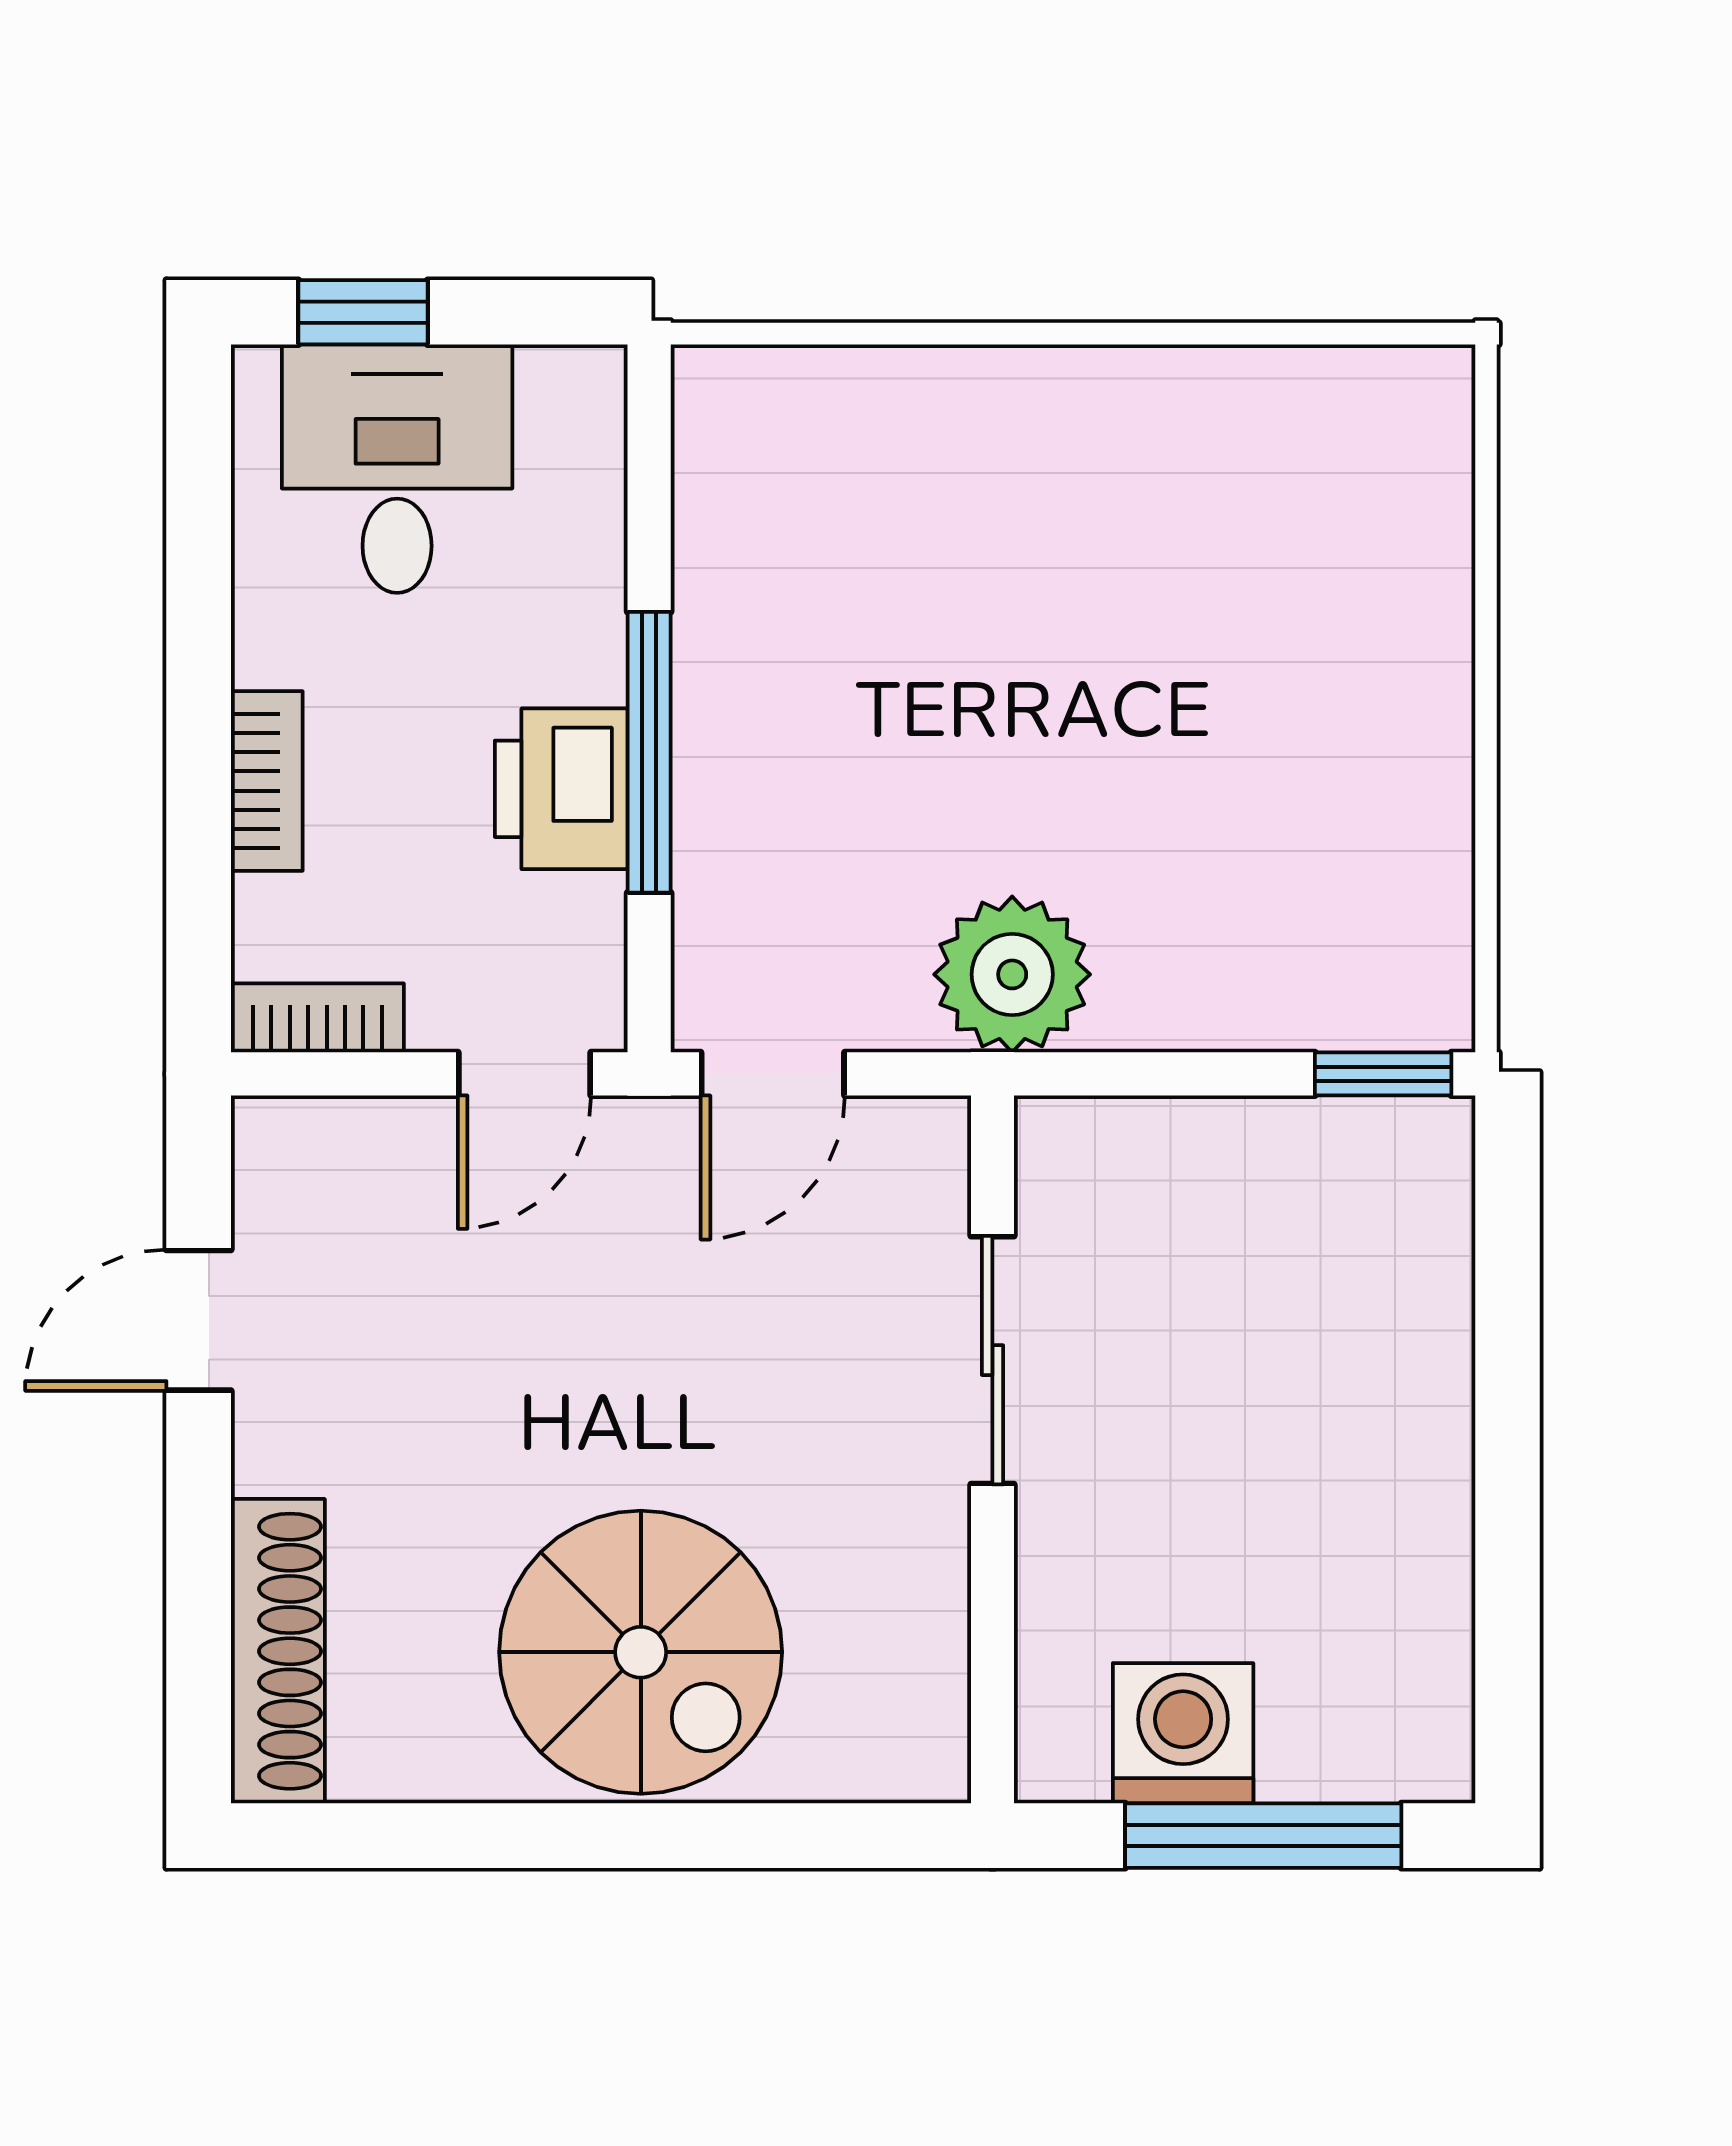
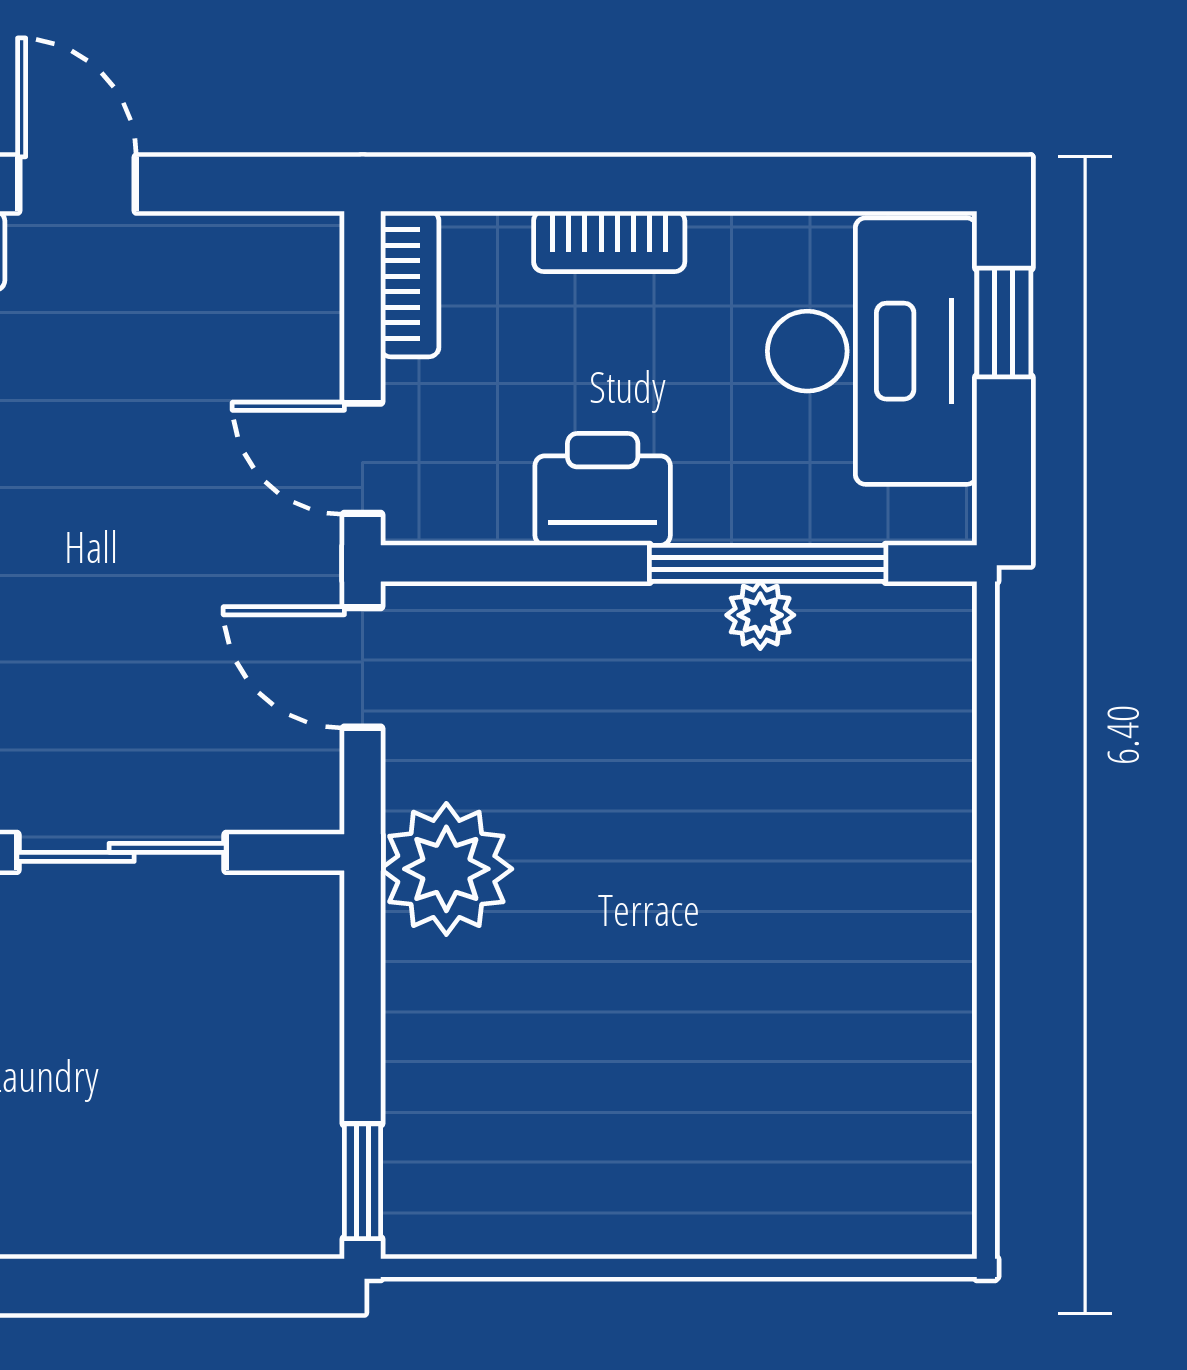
desk: (397, 469) -> (872, 351), width x1.37
plant: (711, 602) -> (760, 615), added
window: (649, 752) -> (768, 563), moved
door: (199, 1320) -> (77, 184), moved

